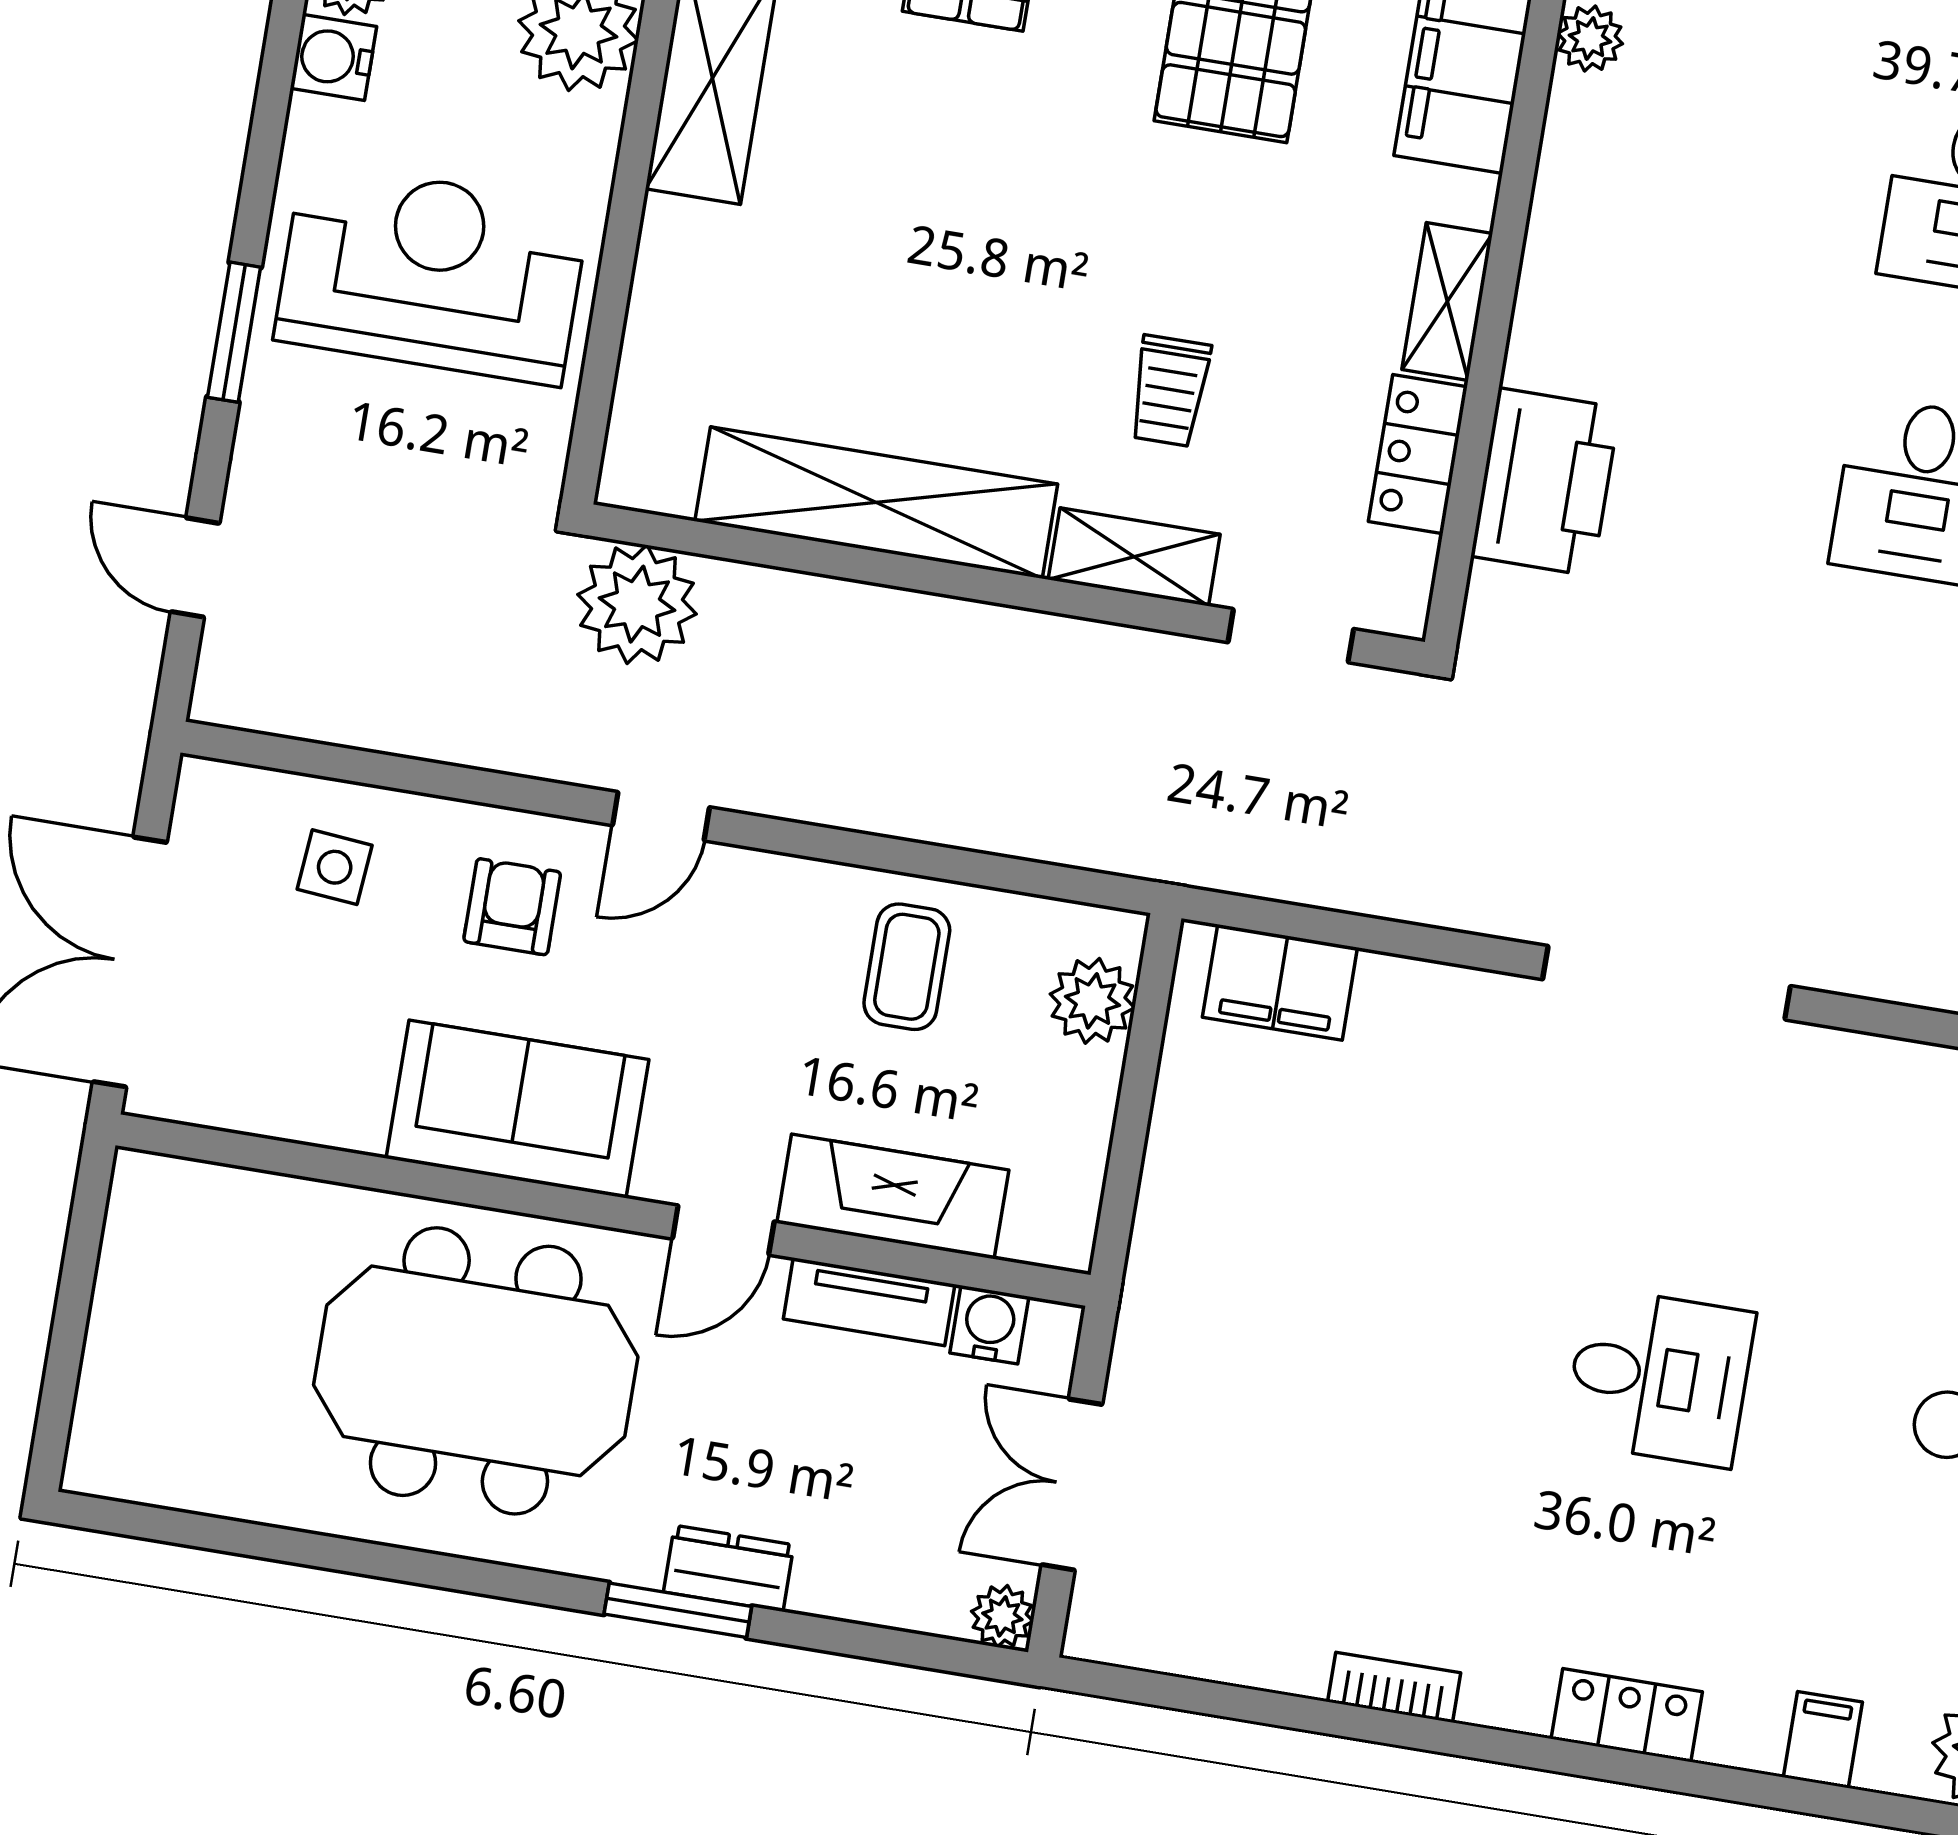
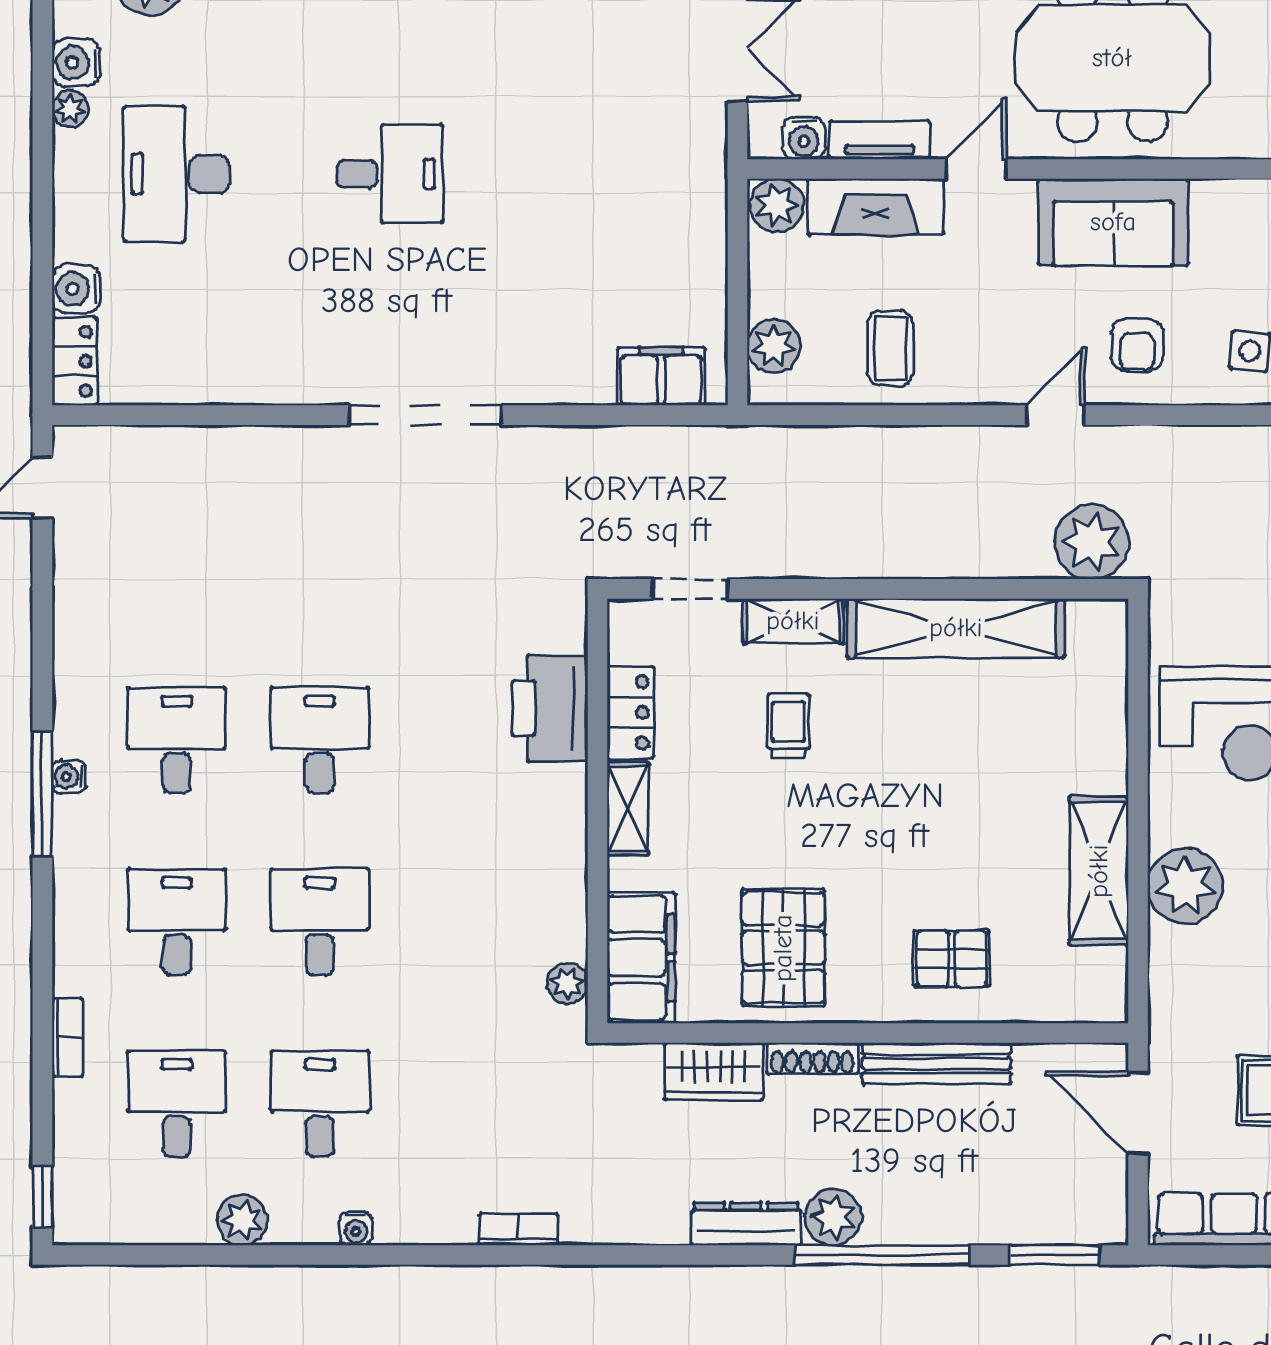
plant: (1050, 1224) -> (777, 205), added
desk: (1659, 1377) -> (390, 174), turned 180

